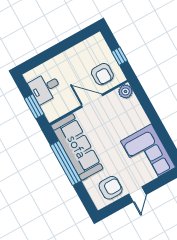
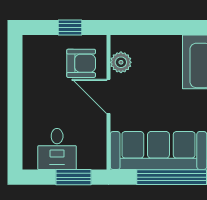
plant: (125, 91) -> (121, 62), moved
door: (92, 101) -> (108, 96), hinge flipped

